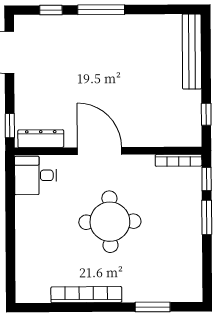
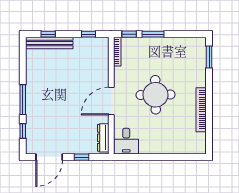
window: (206, 50) -> (48, 34), added
window: (10, 126) -> (81, 157), moved
window: (153, 307) -> (209, 57), moved

